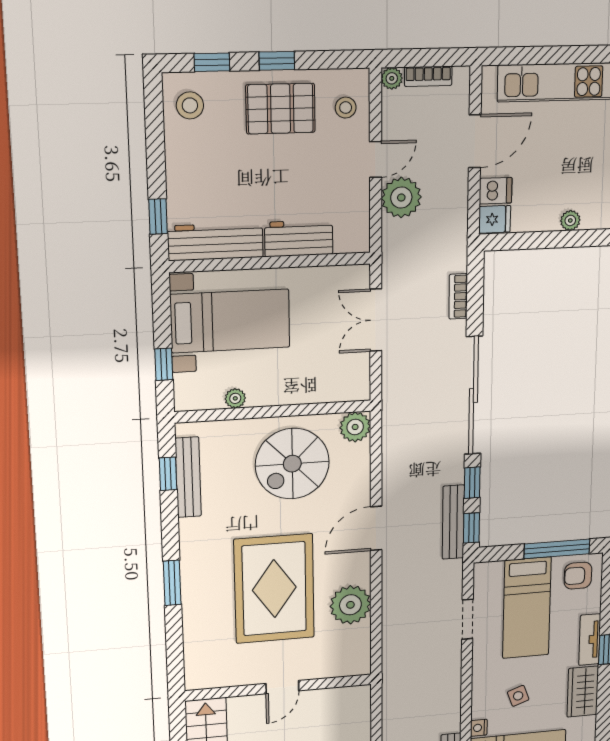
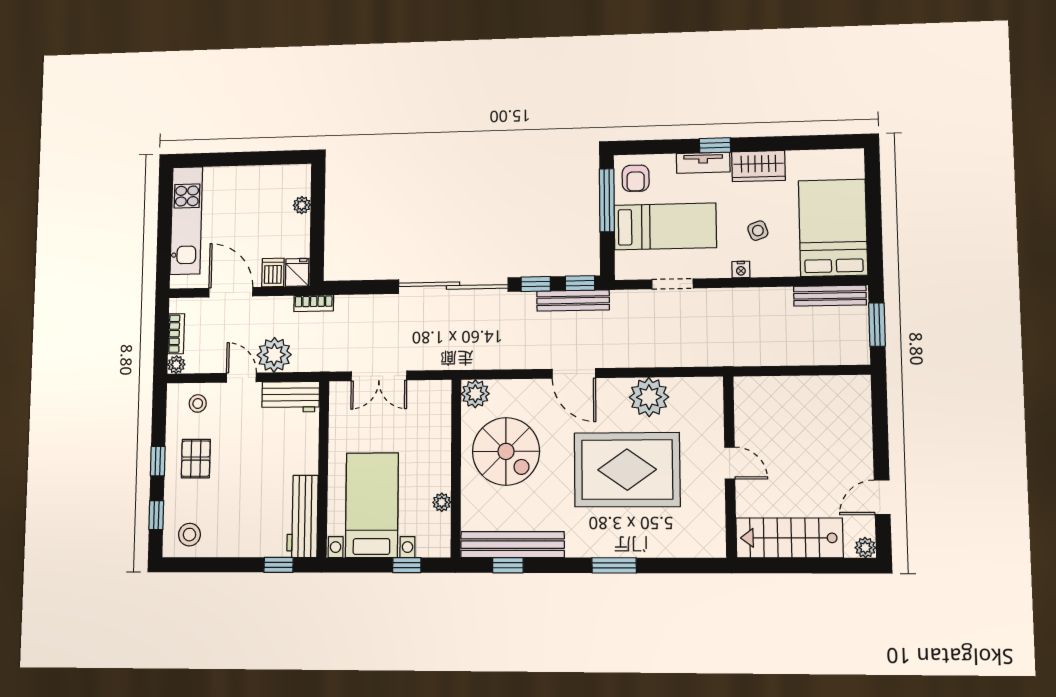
pallet: (280, 109) -> (196, 459), width x0.67, depth x0.71
workbench: (299, 238) -> (291, 397), moved, turned -90
bookcase: (458, 296) -> (314, 303), moved
bench: (188, 477) -> (512, 545), width x1.37, depth x1.21
nightstand: (479, 728) -> (741, 270), moved

